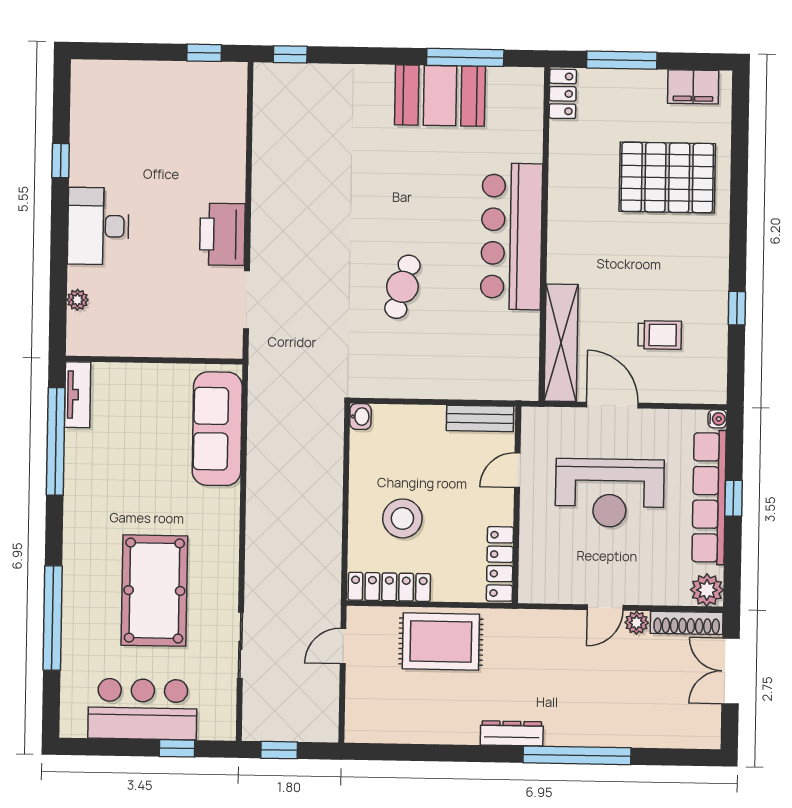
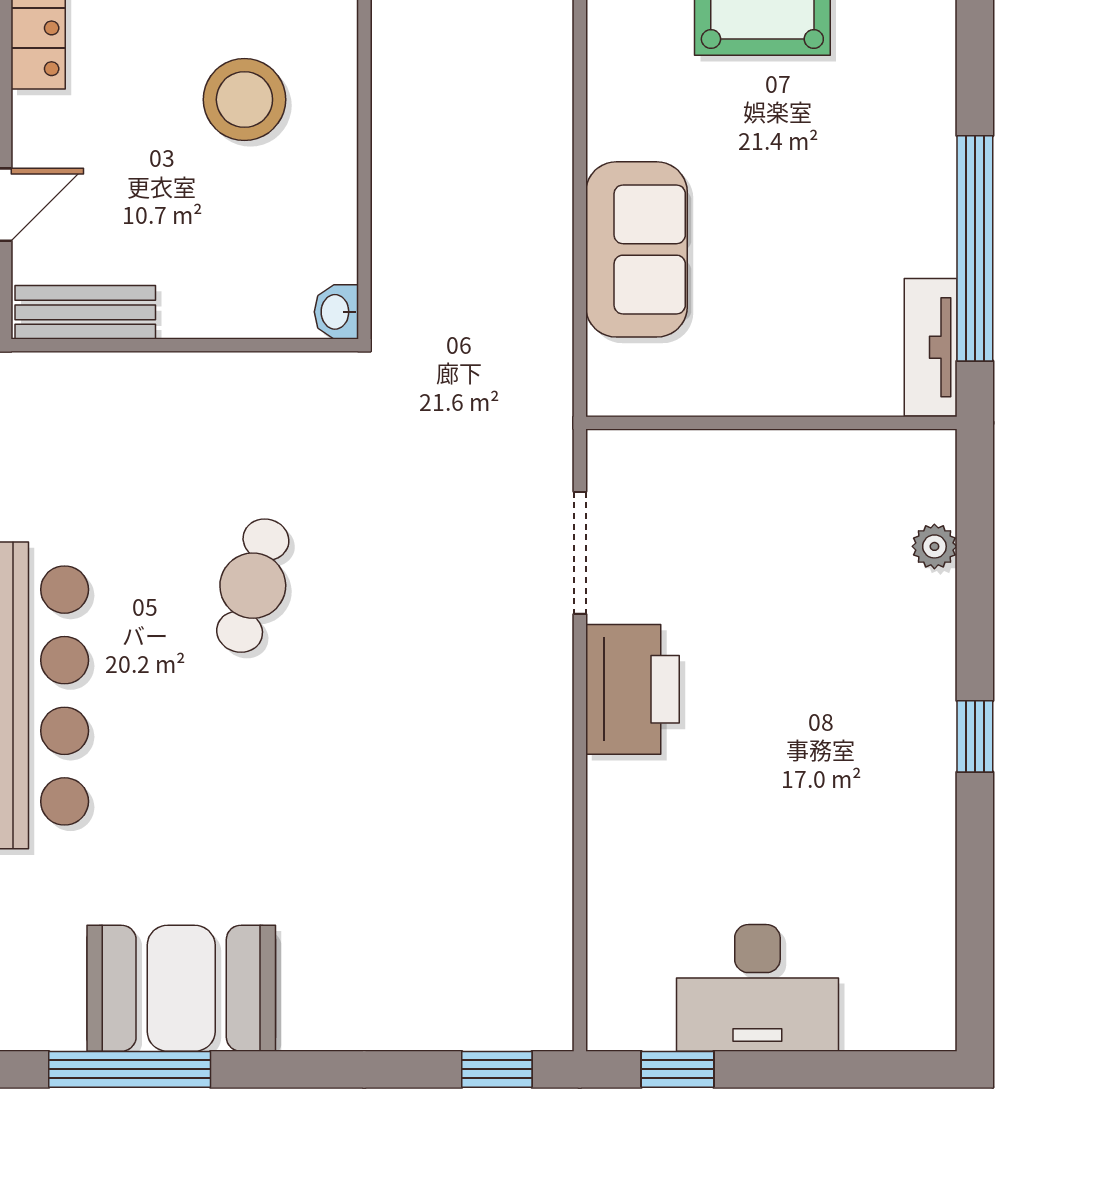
window: (61, 161) -> (975, 736), moved
desk: (98, 226) -> (757, 988), moved, turned 90
sofa: (217, 429) -> (636, 249), width x0.73

